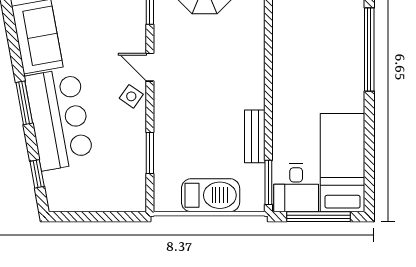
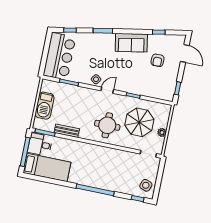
round table: (225, 52) -> (107, 125), added
bar counter: (59, 119) -> (59, 56), moved, turned -80

